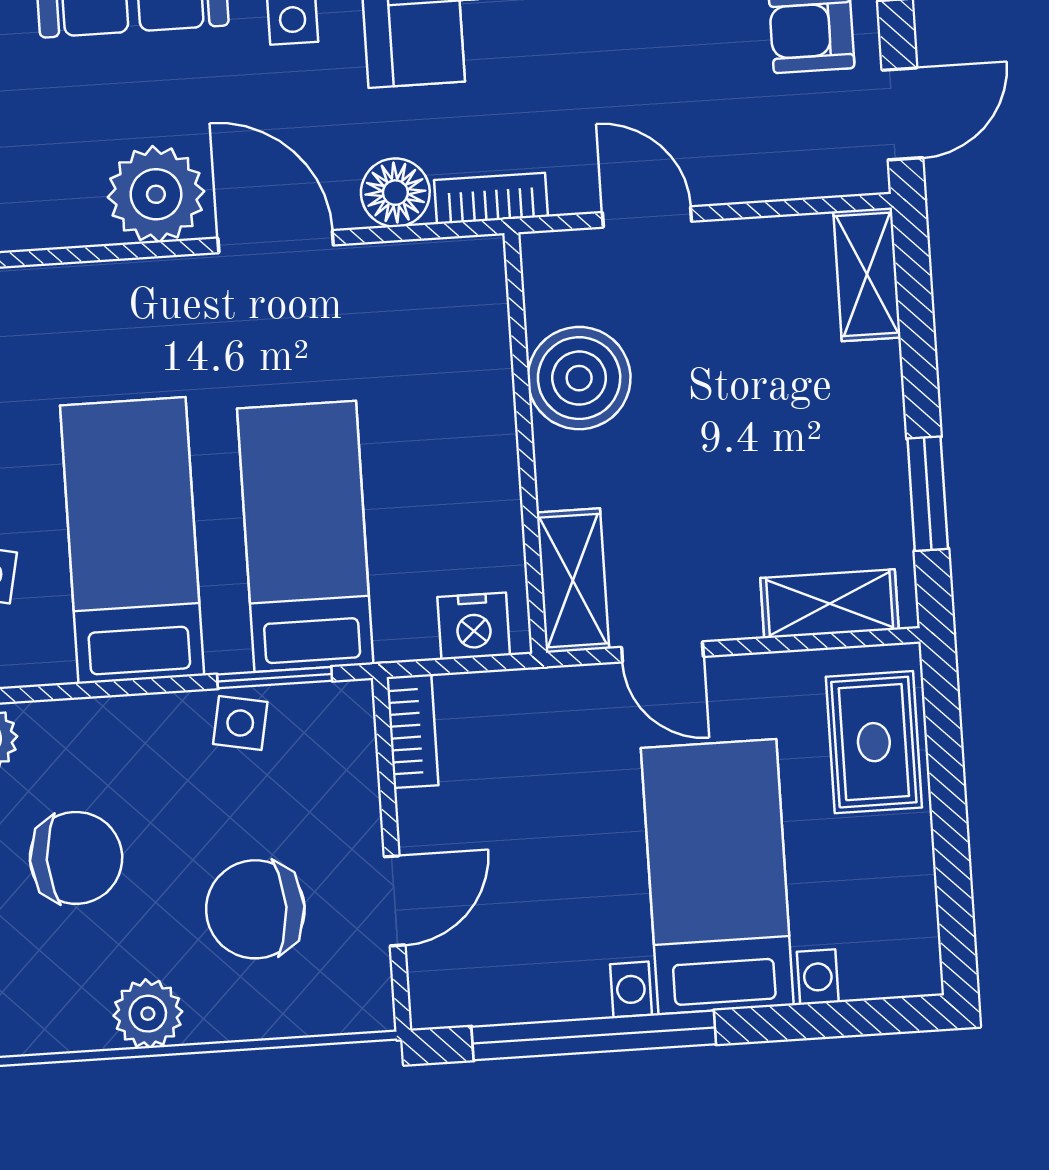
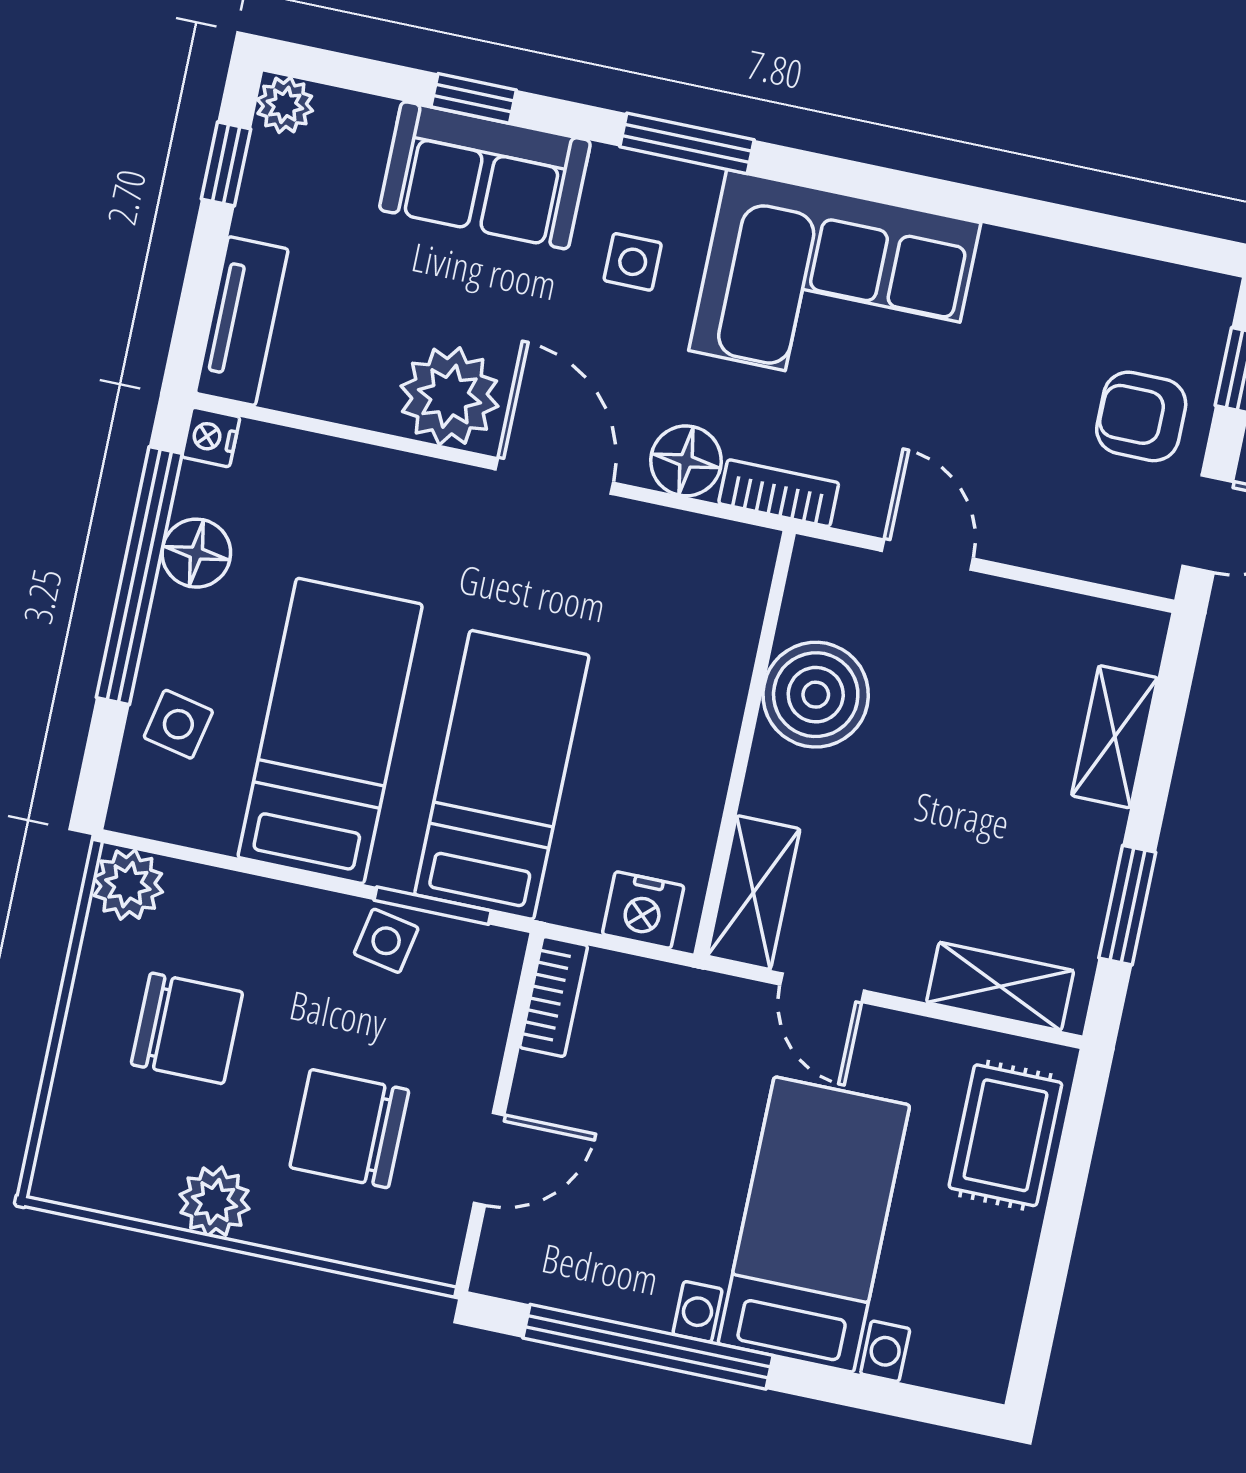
shelving: (867, 274) -> (1115, 737), moved

